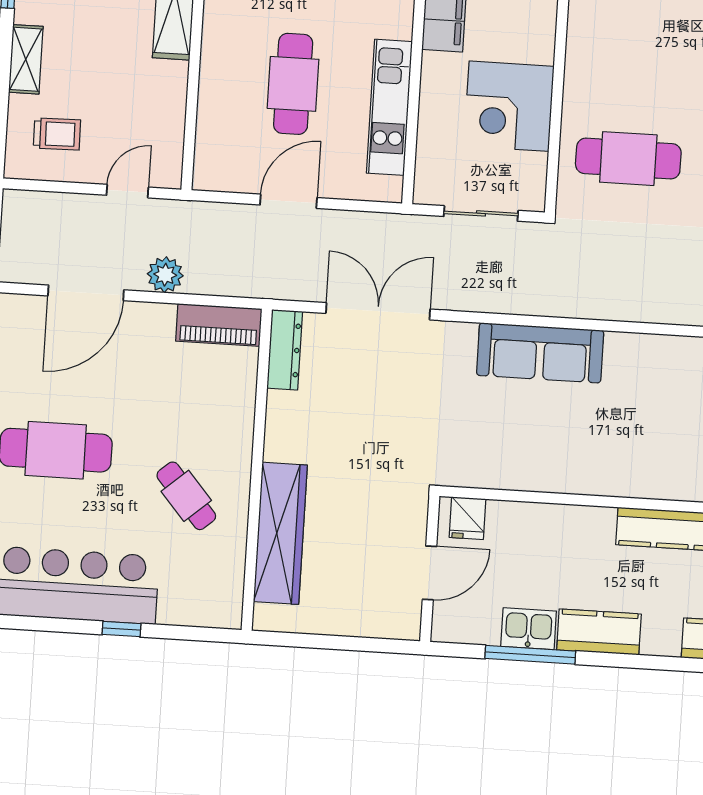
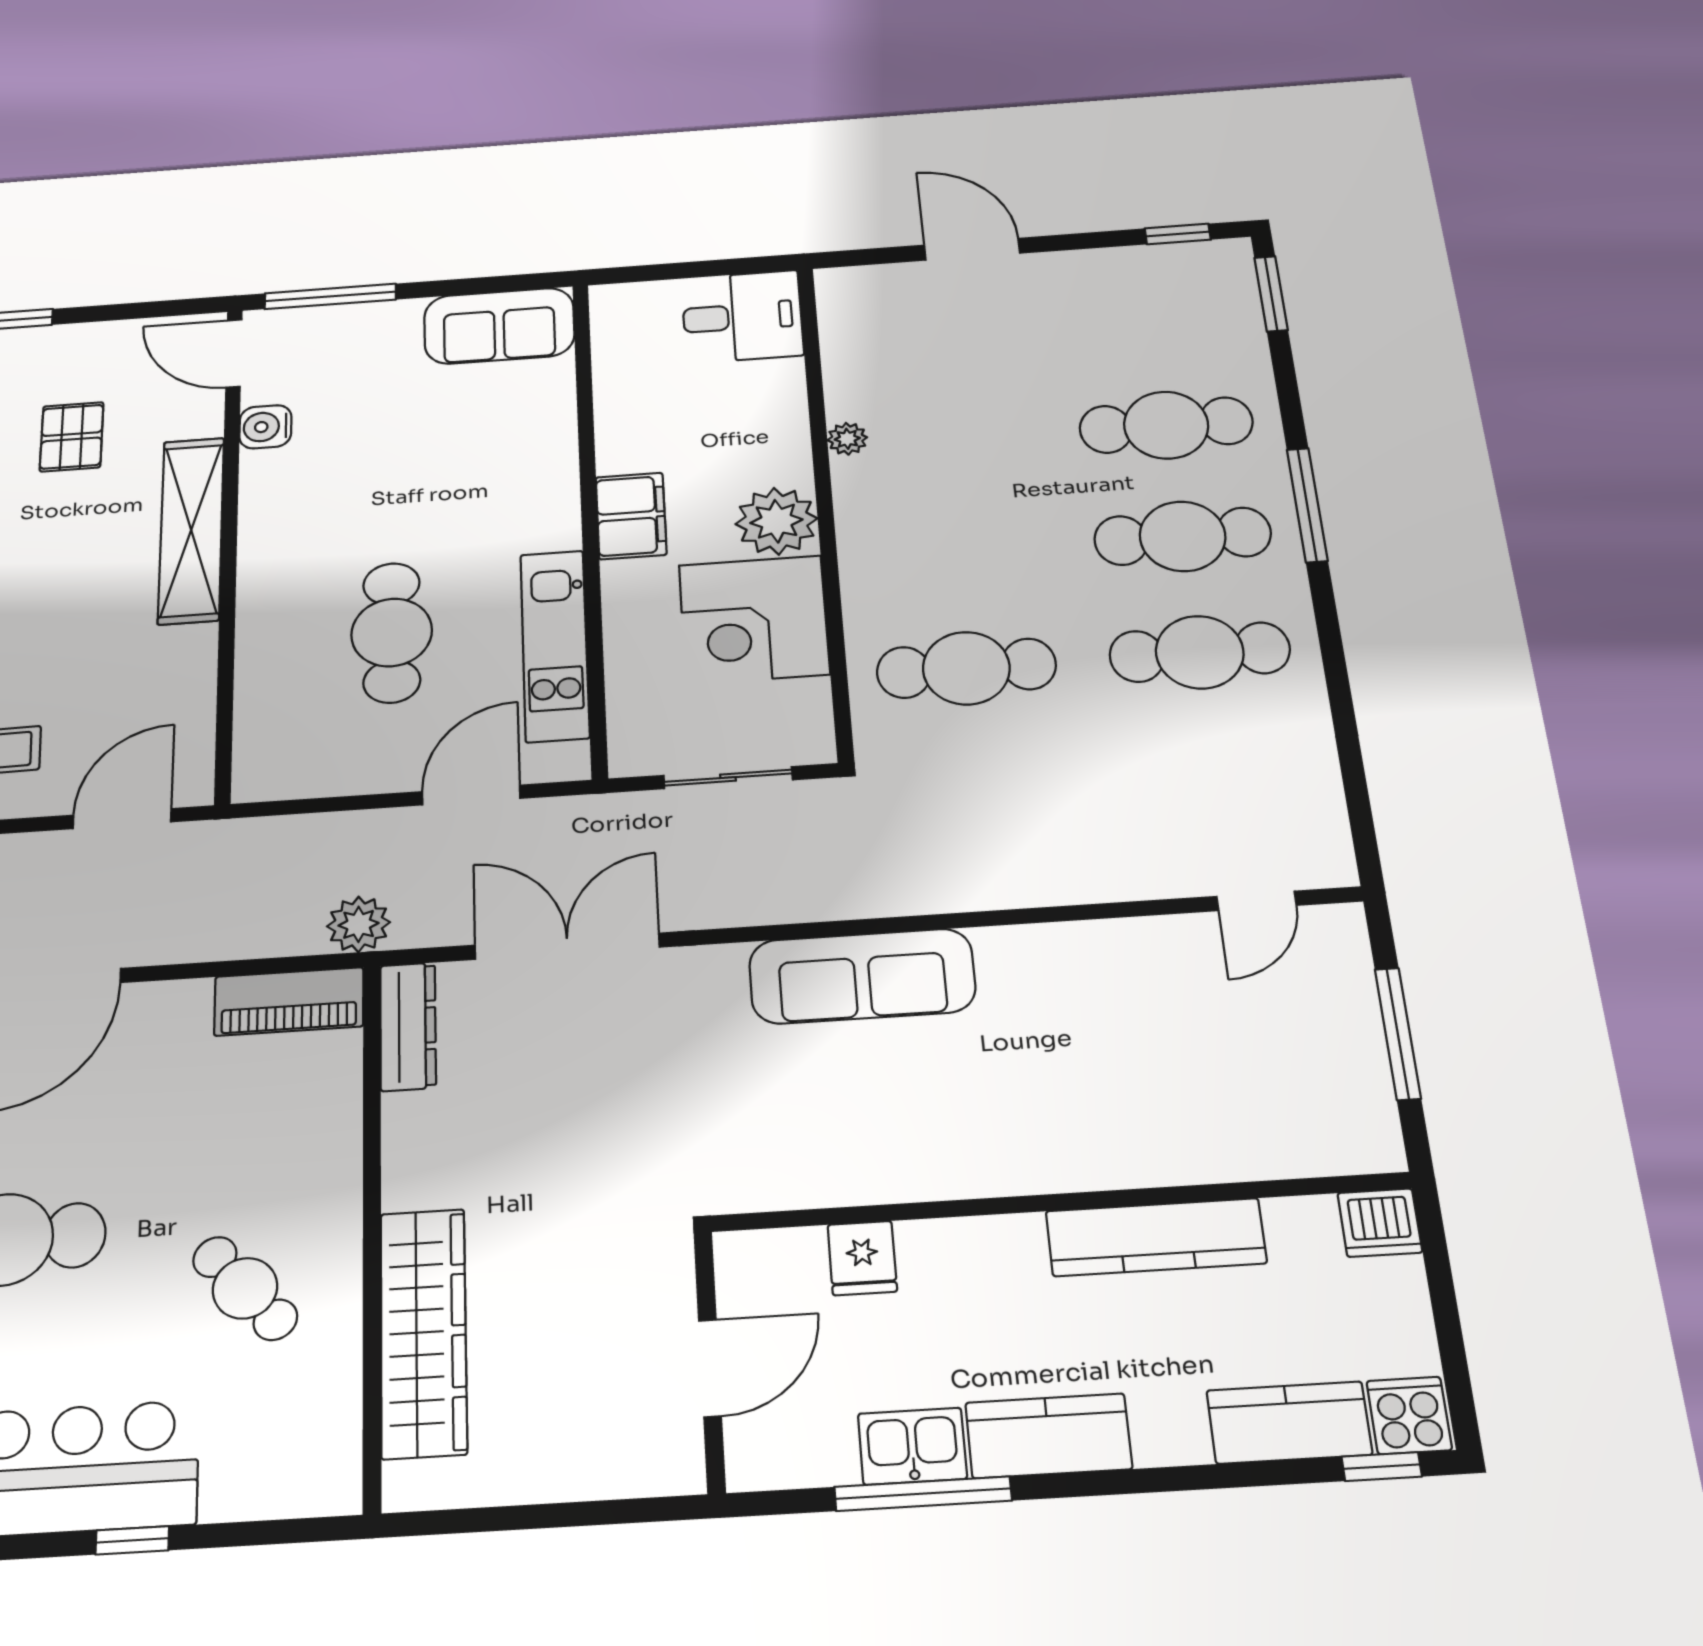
plant: (531, 37) -> (776, 521), added
door: (127, 191) -> (122, 819), width x1.38
door: (288, 201) -> (471, 795), moved
plant: (165, 275) -> (359, 924), moved
fridge: (468, 518) -> (862, 1258), moved

